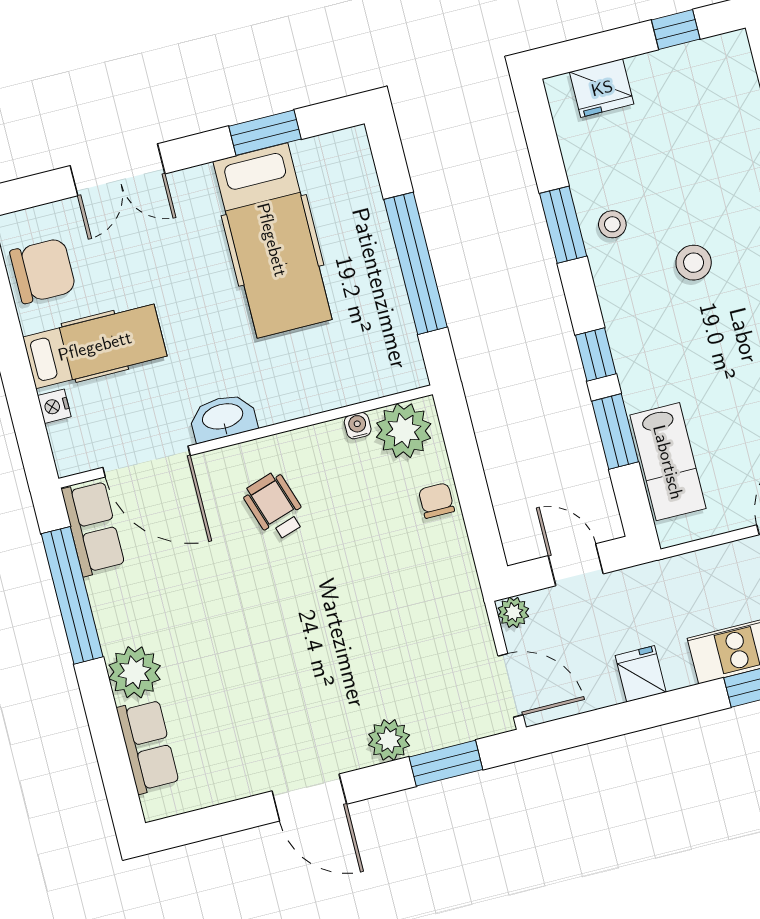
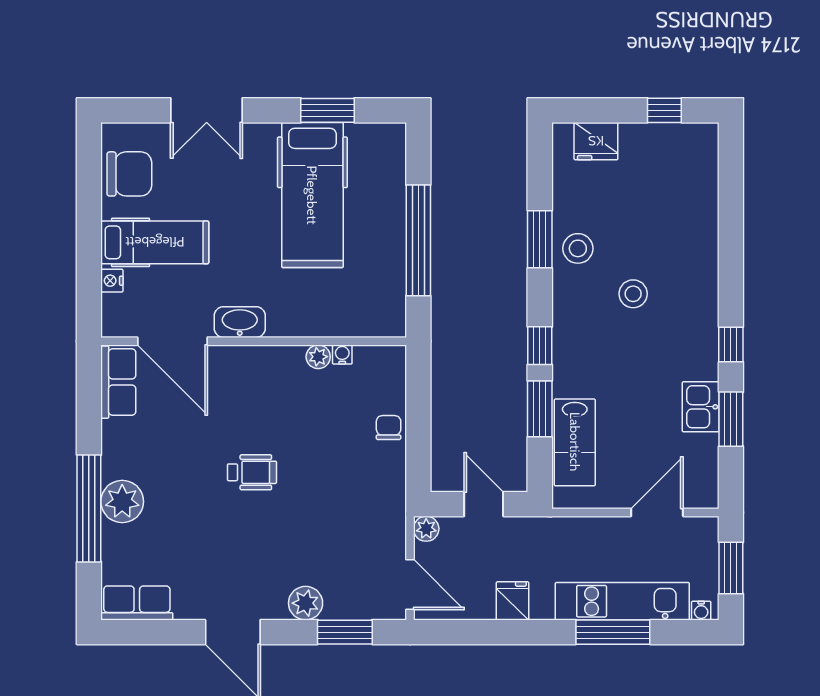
stool: (612, 224) -> (578, 248), width x1.37, depth x1.37
plant: (404, 431) -> (318, 357), moved, width x0.53, depth x0.53
wheelchair: (275, 507) -> (252, 472), moved, turned 108
window: (72, 595) -> (89, 508), moved
row of seats: (148, 746) -> (137, 603), moved, turned -90

